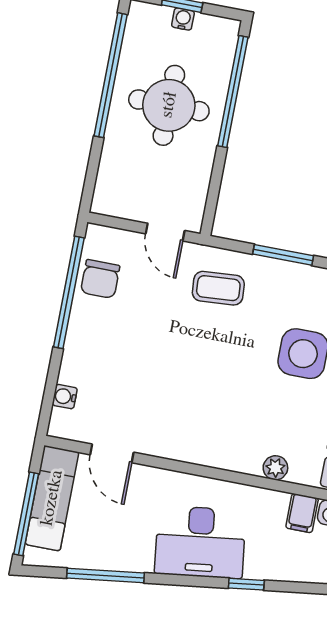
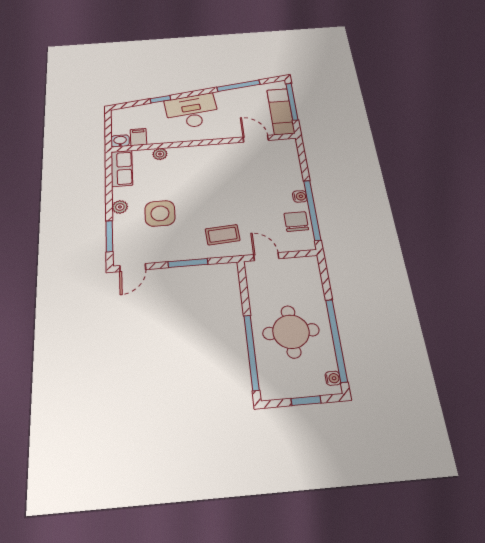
water cooler: (183, 19) -> (333, 378), moved, turned -90
water cooler: (65, 397) -> (300, 196), moved

